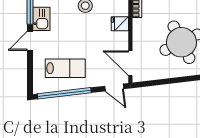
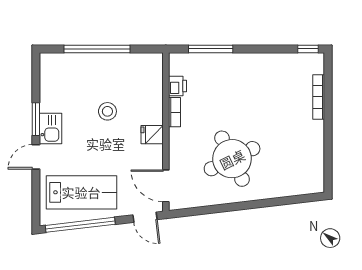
lab bench: (65, 68) -> (81, 192), width x1.36, depth x1.39

